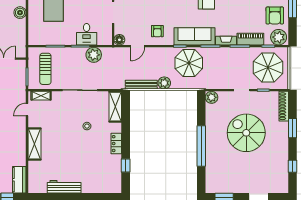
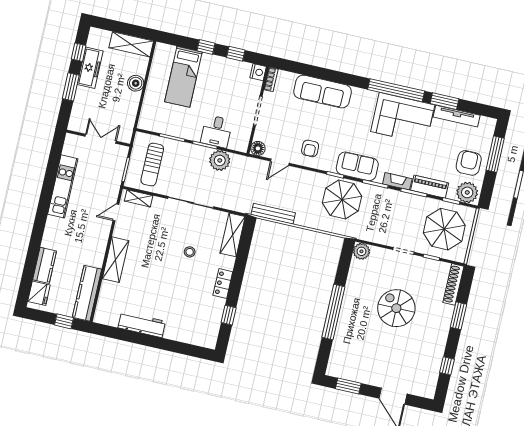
armchair: (275, 15) -> (469, 163), turned 180
sofa: (194, 36) -> (357, 166), width x0.73
plant: (164, 83) -> (304, 218), removed
spiral stairs: (246, 133) -> (396, 308), width x0.73, depth x0.73
kitchen counter: (19, 180) -> (87, 293), width x1.50

